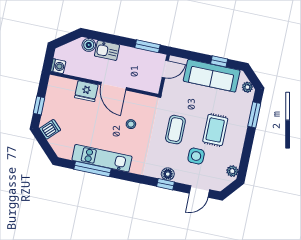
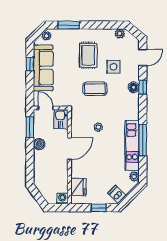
boiler: (89, 45) -> (39, 144), moved
kitchen sink: (107, 50) -> (61, 119), moved, turned 180
fridge: (86, 91) -> (78, 187), moved
rug: (215, 130) -> (88, 55), turned 90
plant: (66, 153) -> (134, 176), added
window: (92, 169) -> (143, 140), moved
door: (199, 191) -> (143, 58), hinge flipped

